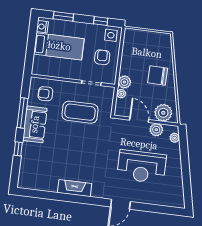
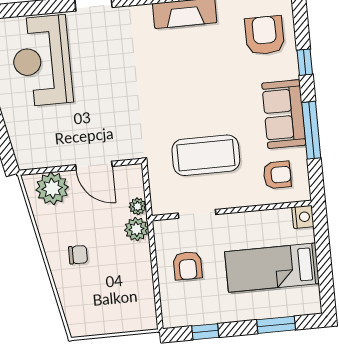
nightstand: (42, 27) -> (303, 217), moved
side table: (111, 35) -> (181, 310), removed
chair: (158, 76) -> (78, 255), width x0.54, depth x0.54
plant: (156, 130) -> (58, 154), removed
plant: (175, 138) -> (21, 147), removed
armchair: (36, 167) -> (265, 35), added
reception desk: (142, 167) -> (42, 61), moved, turned -90

